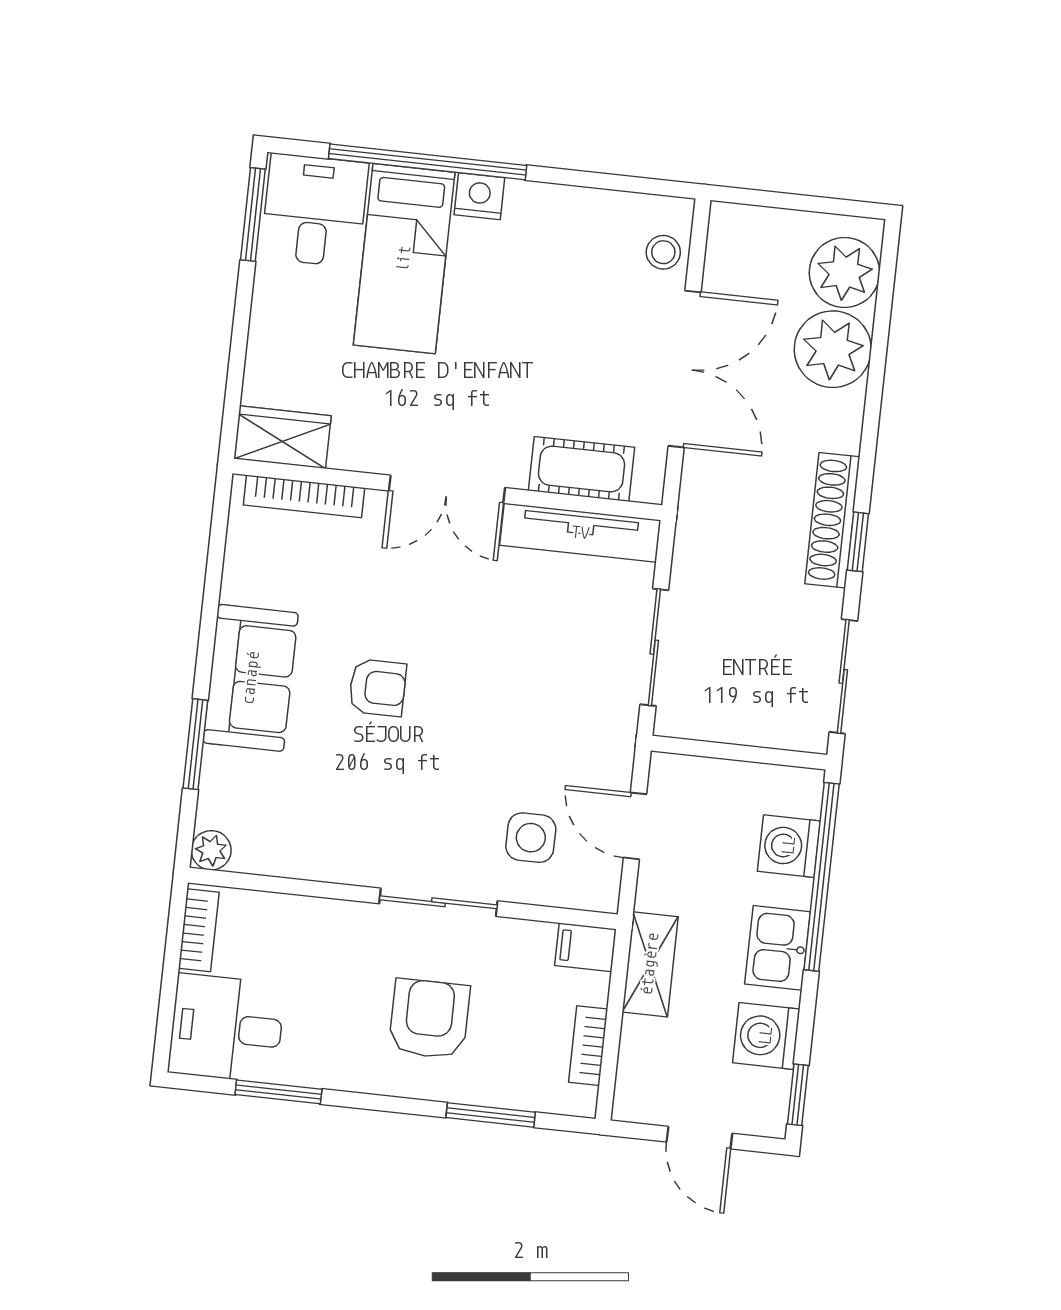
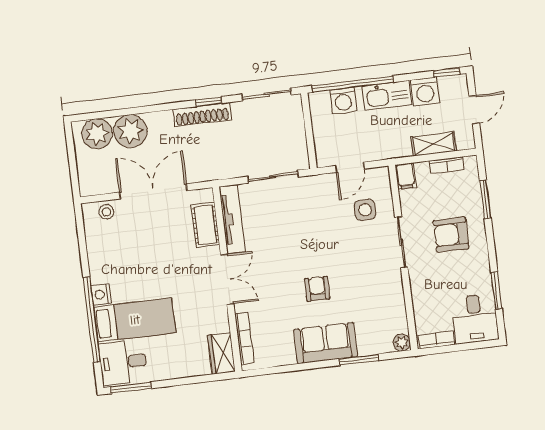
kitchen sink: (778, 948) -> (387, 95), width x1.38
shelving: (650, 964) -> (434, 144), moved

